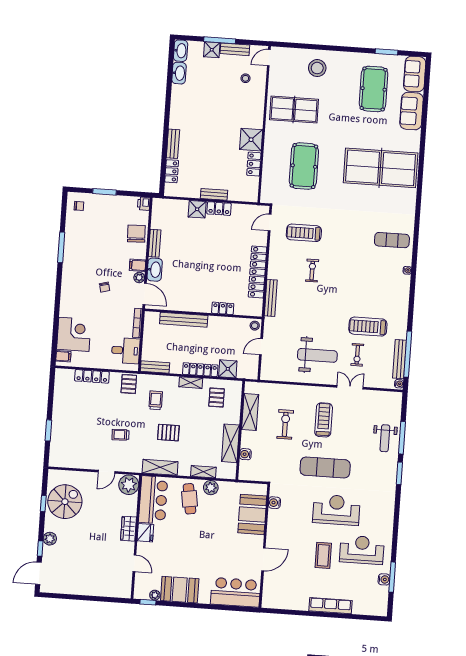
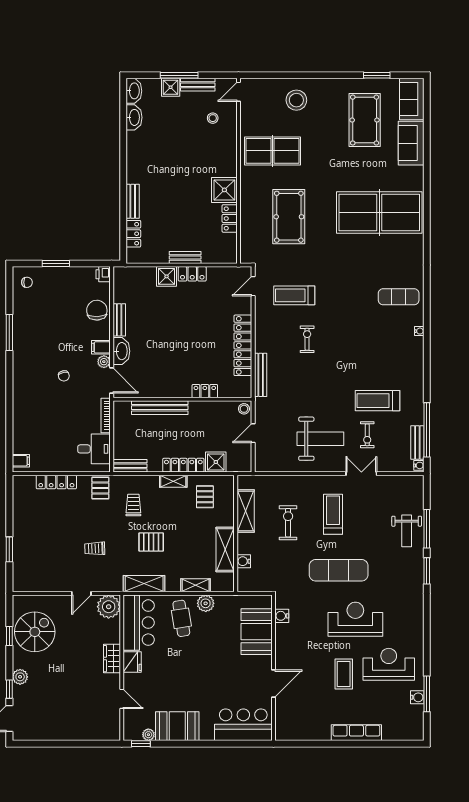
corner desk: (74, 334) -> (31, 434), removed
bench: (400, 359) -> (417, 442), width x0.73

